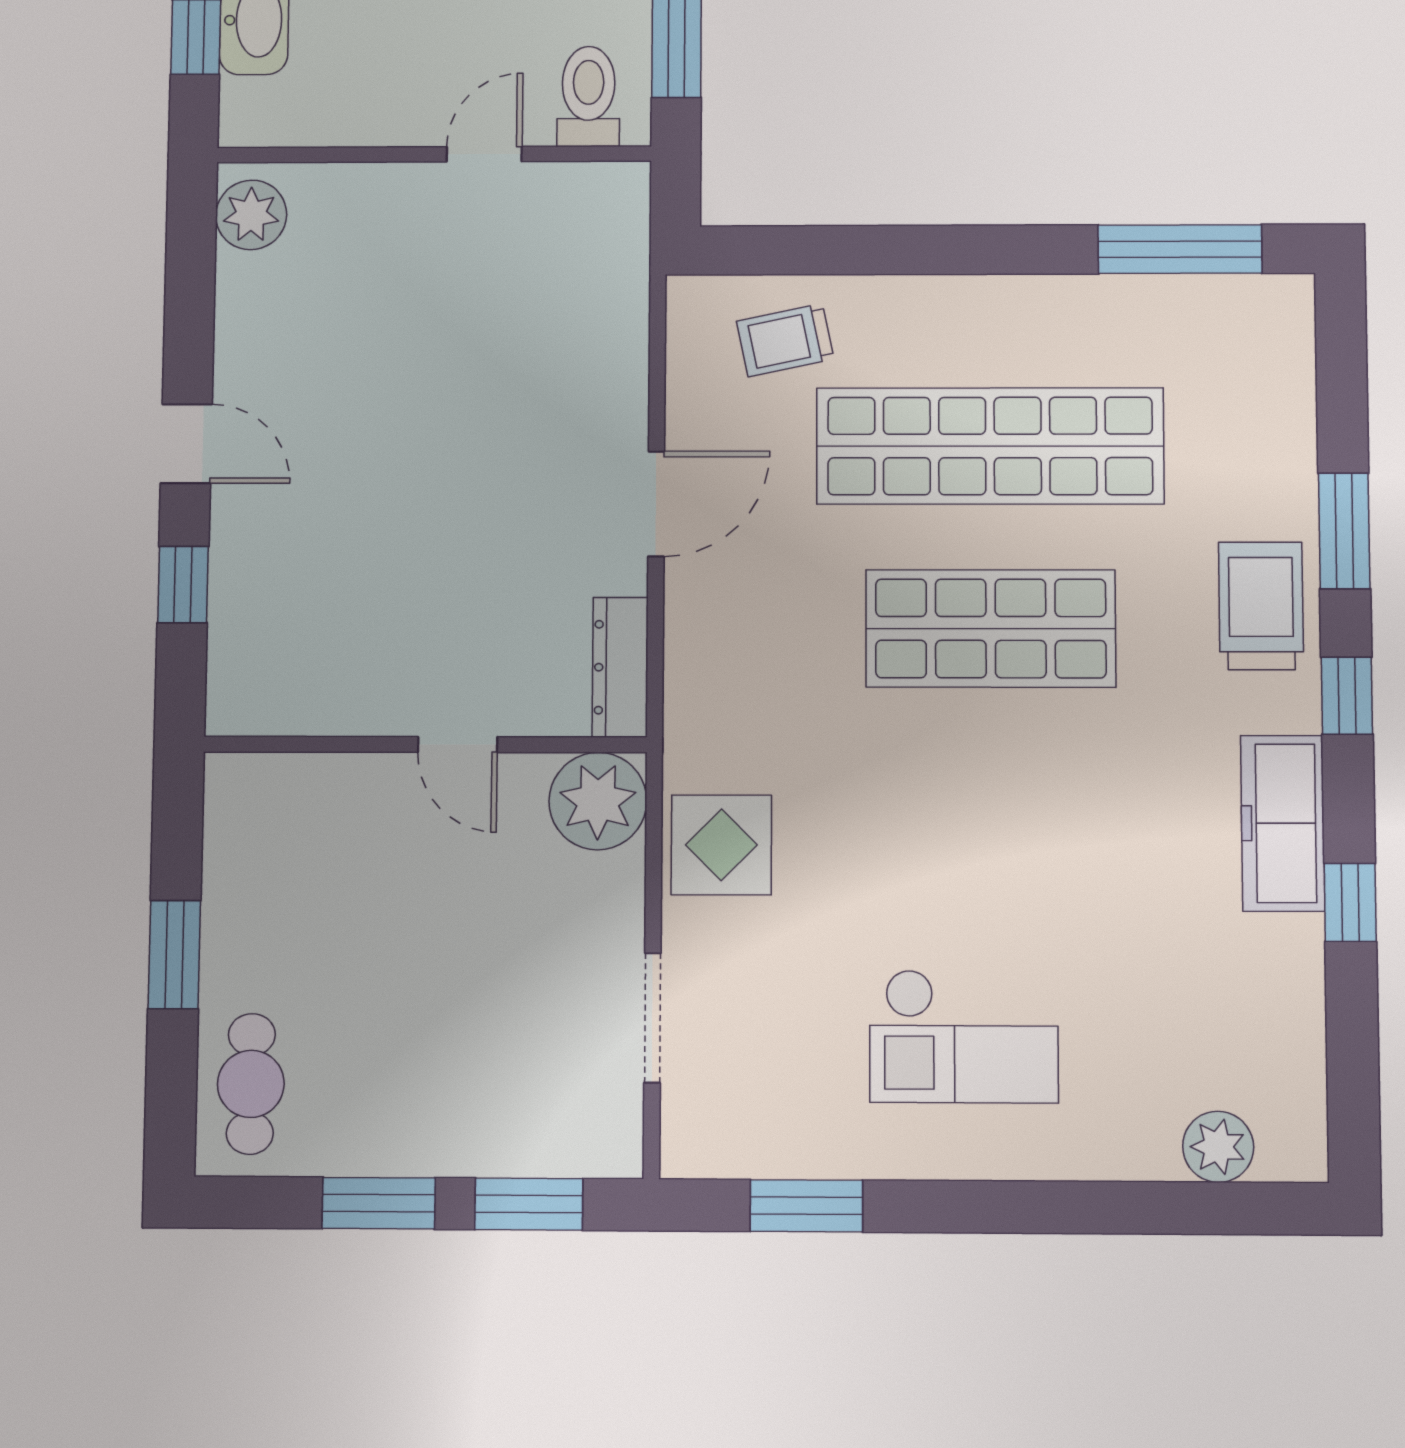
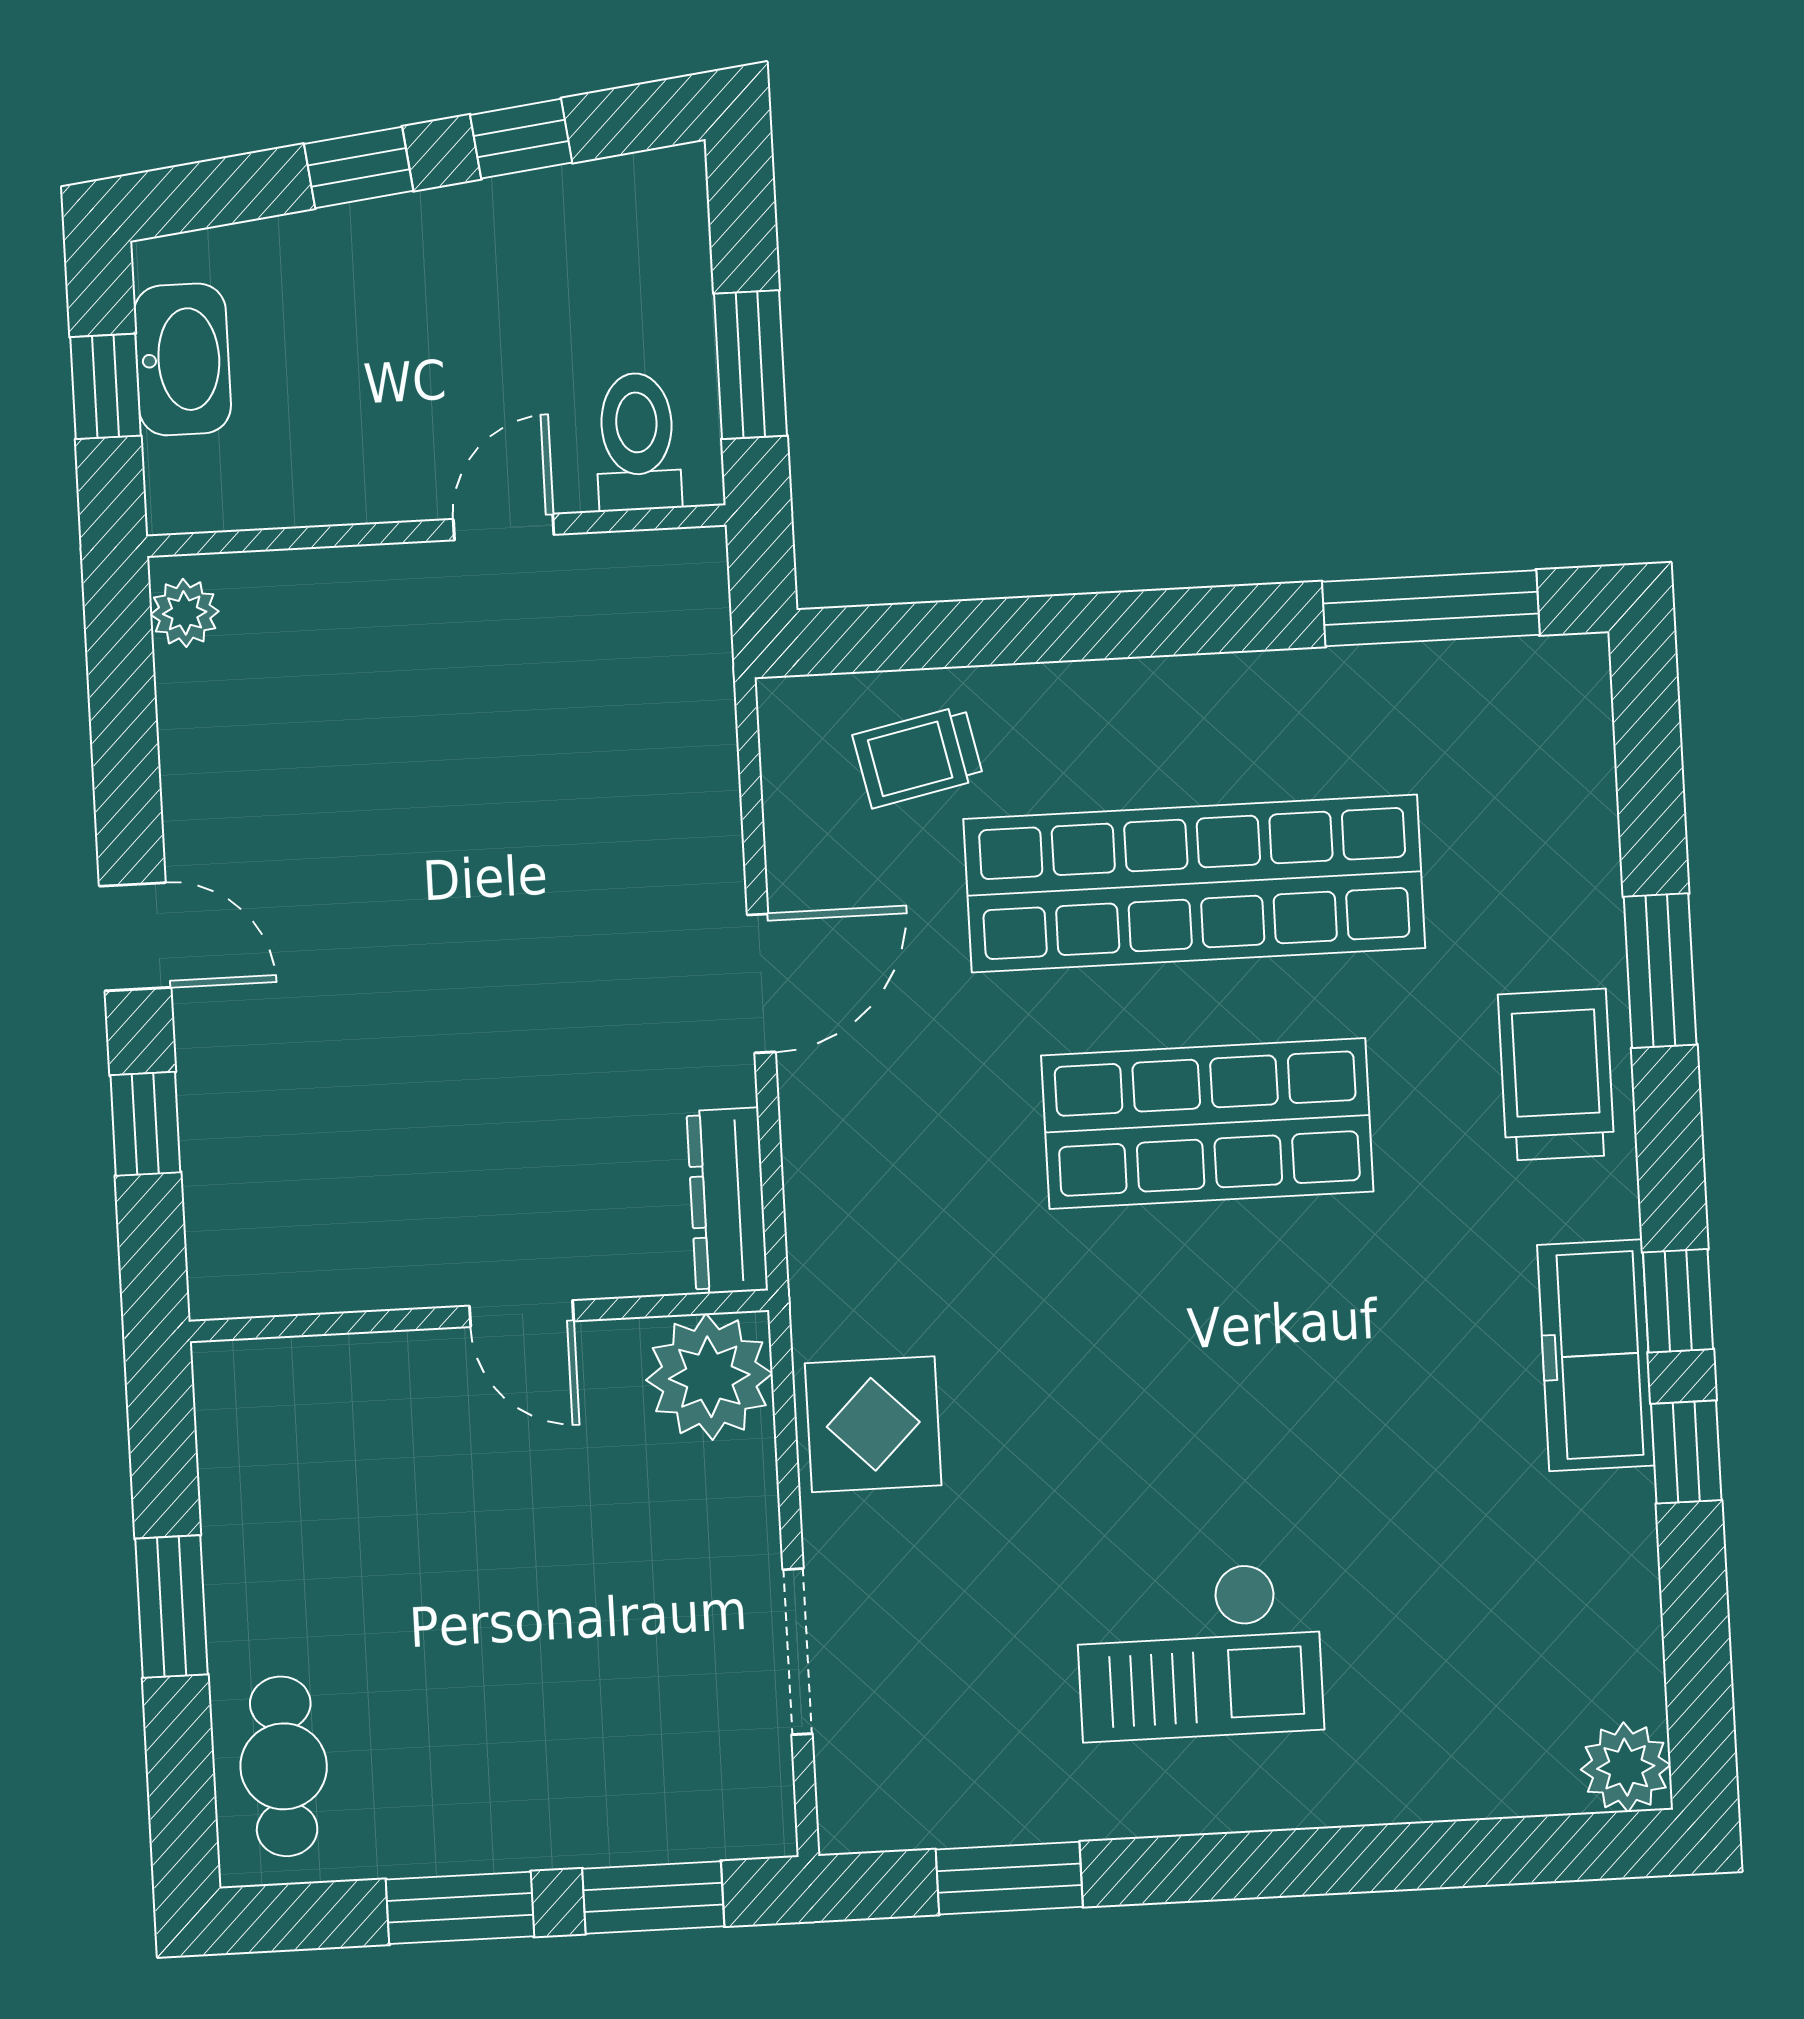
plant: (251, 215) -> (185, 613), width x0.73, depth x0.73
window: (1347, 696) -> (1678, 1301), moved
plant: (1218, 1147) -> (1626, 1767), moved

